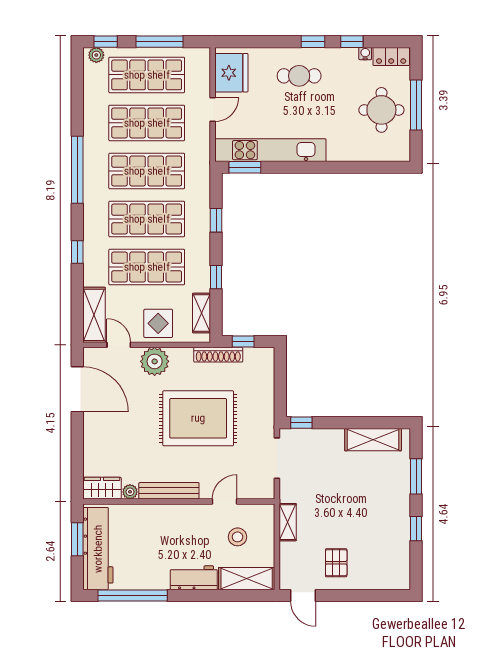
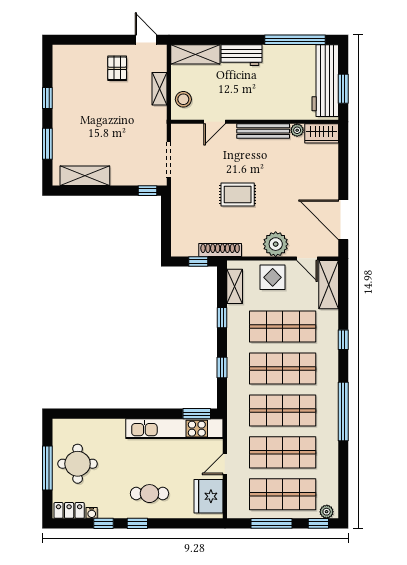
rug: (198, 418) -> (238, 194), width x0.54, depth x0.49
shelving: (288, 522) -> (160, 89), moved
stool: (237, 537) -> (183, 99), moved

